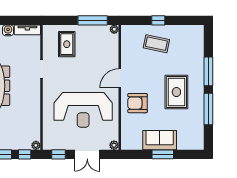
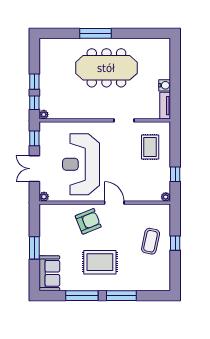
window: (93, 20) -> (175, 174), width x0.46
rug: (67, 44) -> (150, 147), turned 90
armchair: (137, 103) -> (88, 221), turned 68
sofa: (160, 140) -> (49, 273), moved

